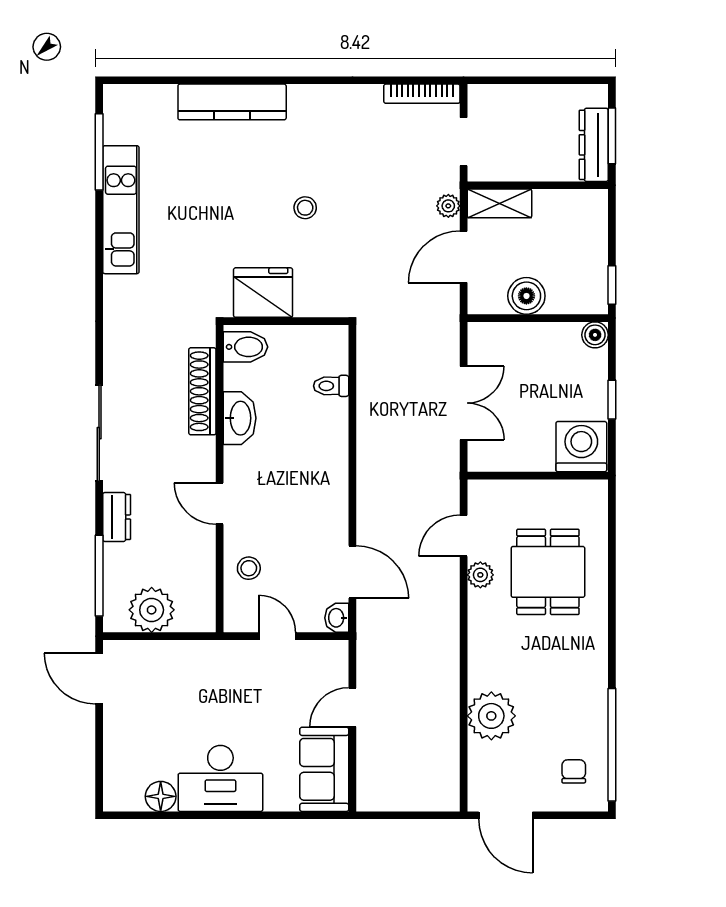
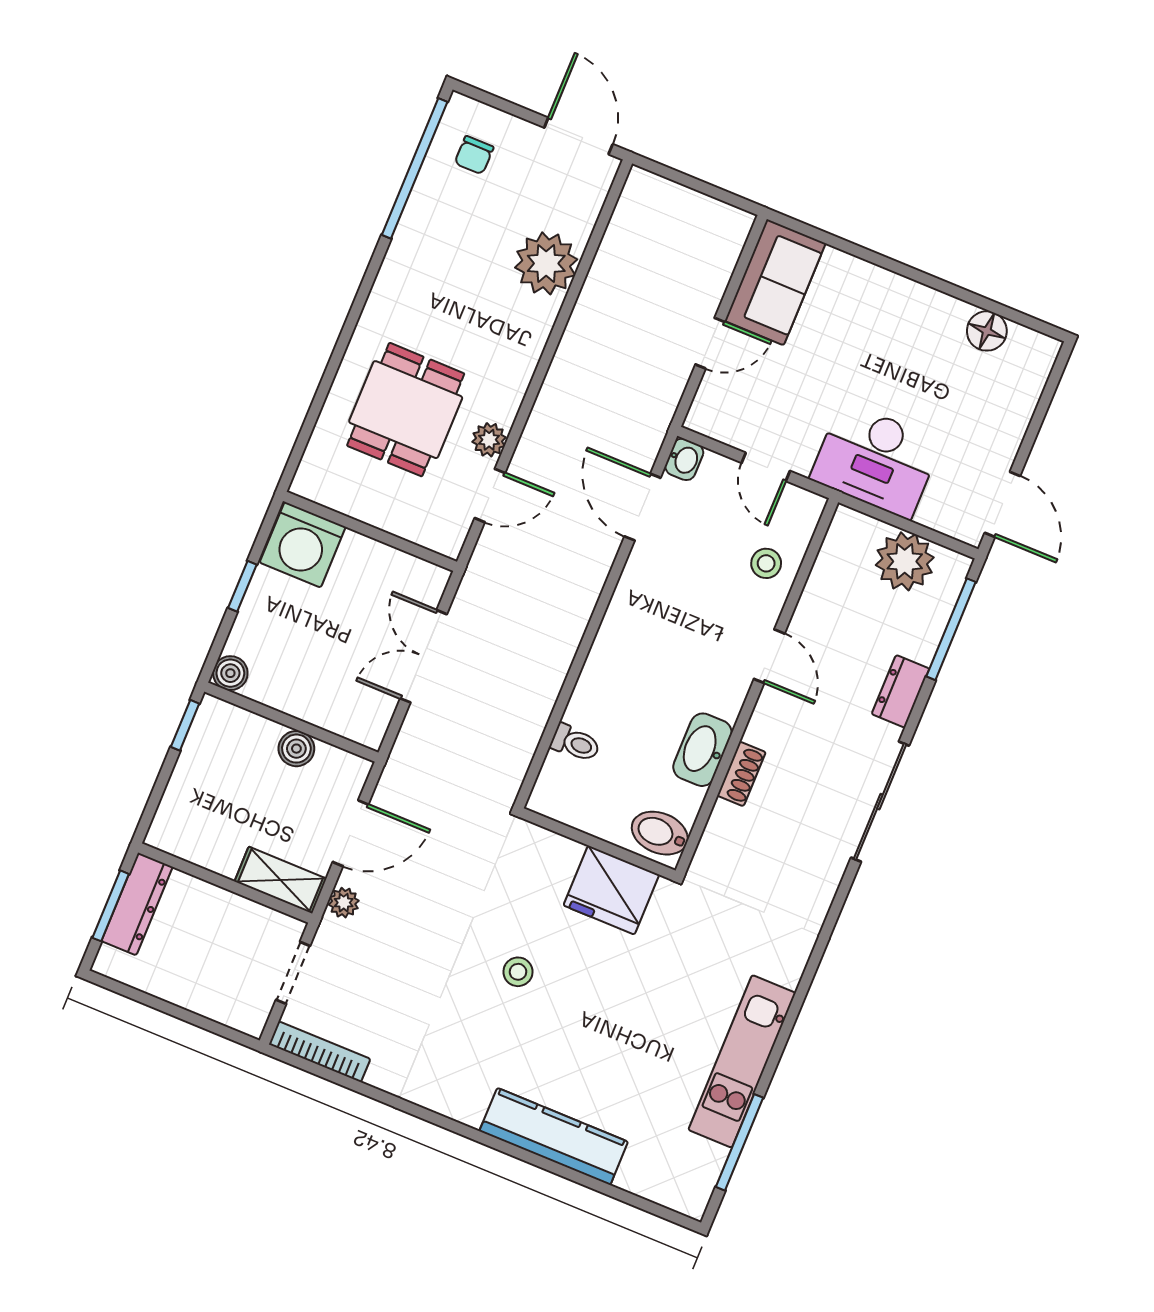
boiler: (526, 296) -> (296, 749), width x0.73, depth x0.73
shoe rack: (202, 391) -> (741, 774), width x0.51, depth x0.81
desk: (220, 778) -> (876, 460), moved, turned 180

